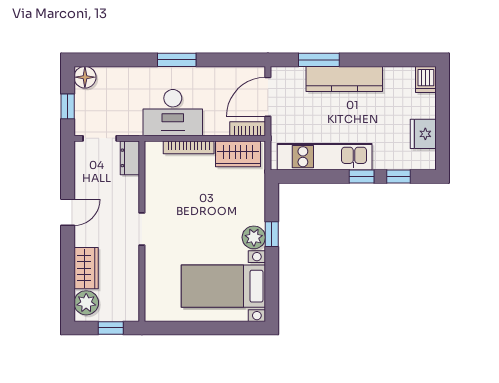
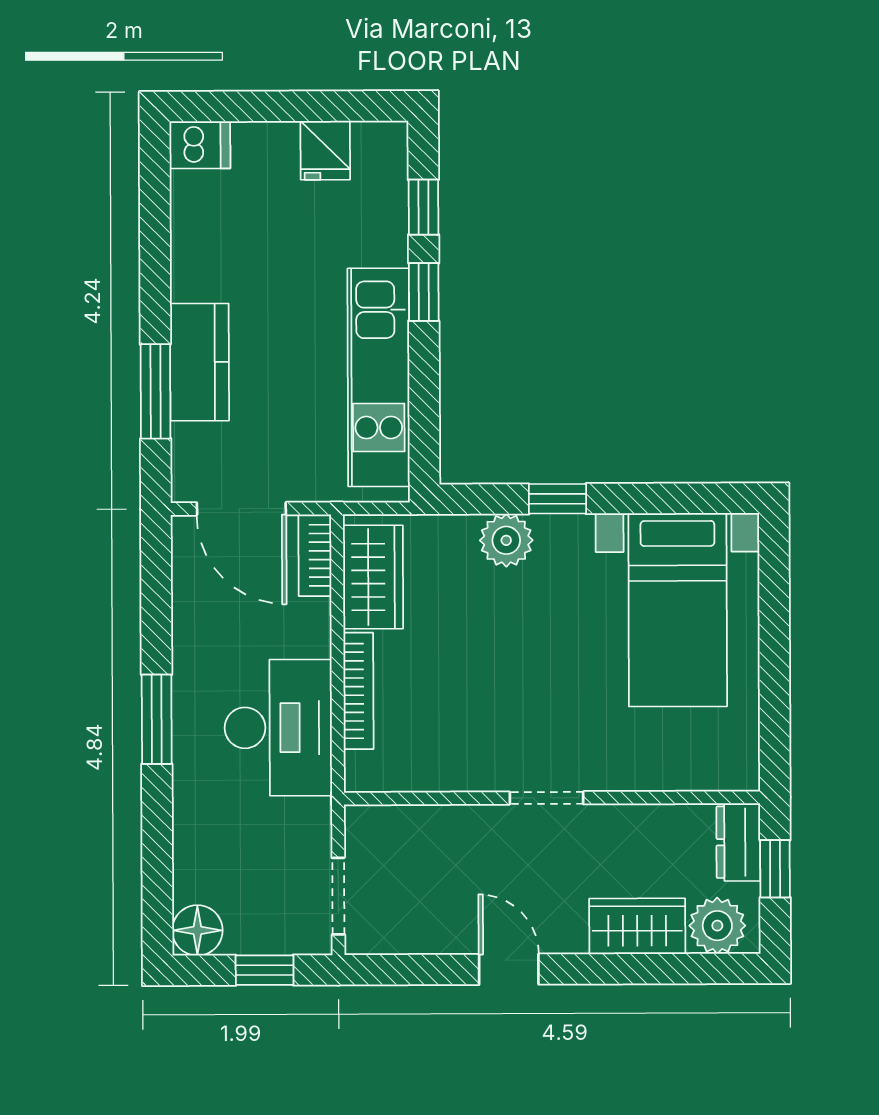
kitchen counter: (344, 79) -> (199, 362), width x0.67
fridge: (423, 134) -> (325, 150), width x0.72
dresser: (130, 158) -> (738, 842), moved, turned 90
plant: (254, 237) -> (506, 540), moved

